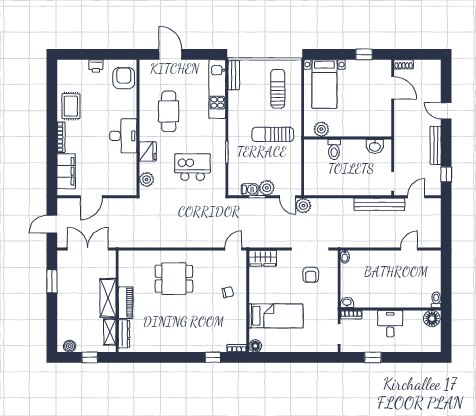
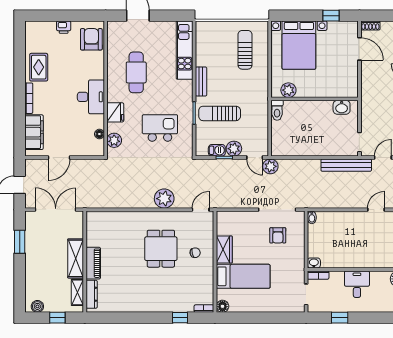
bench: (234, 75) -> (201, 82), moved
bed with nightstands: (324, 84) -> (299, 45), width x1.36
sun lounger: (273, 134) -> (220, 113), moved
toilet: (334, 149) -> (277, 110), moved
floor lamp: (132, 173) -> (99, 134), added
plant: (197, 238) -> (164, 199), added
wardrobe: (263, 258) -> (224, 250), moved, turned -90
dining table: (174, 279) -> (161, 249), moved, turned 90

